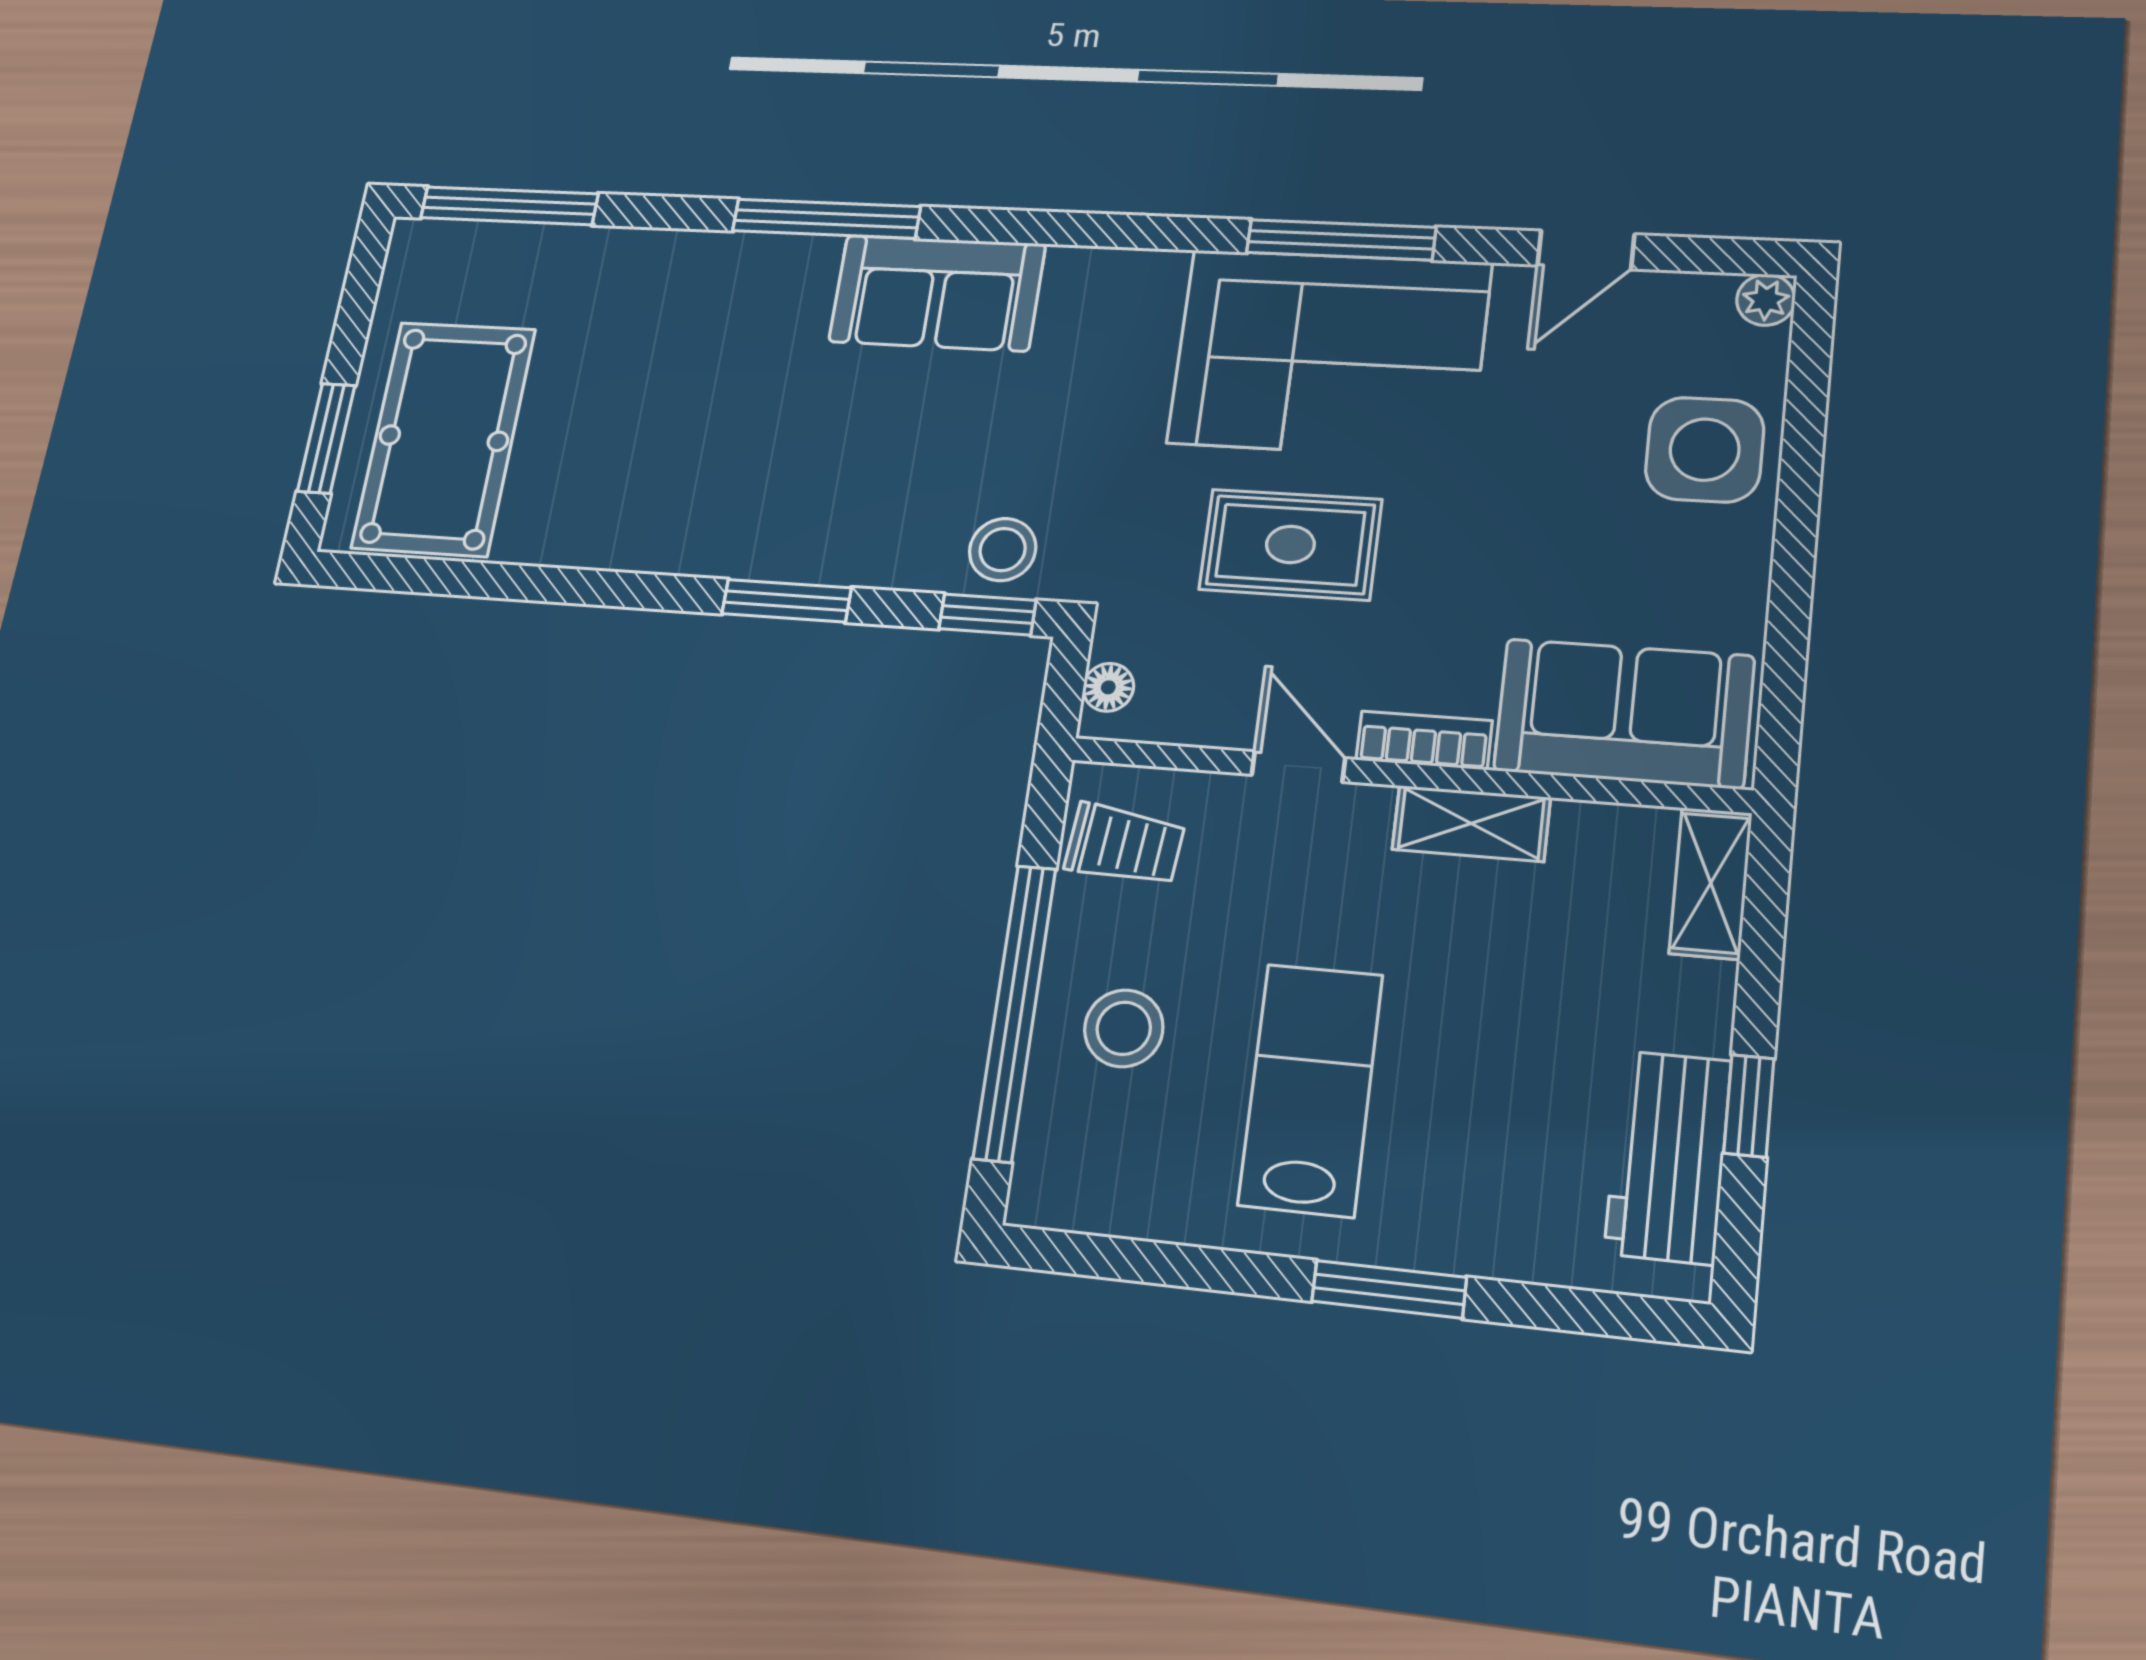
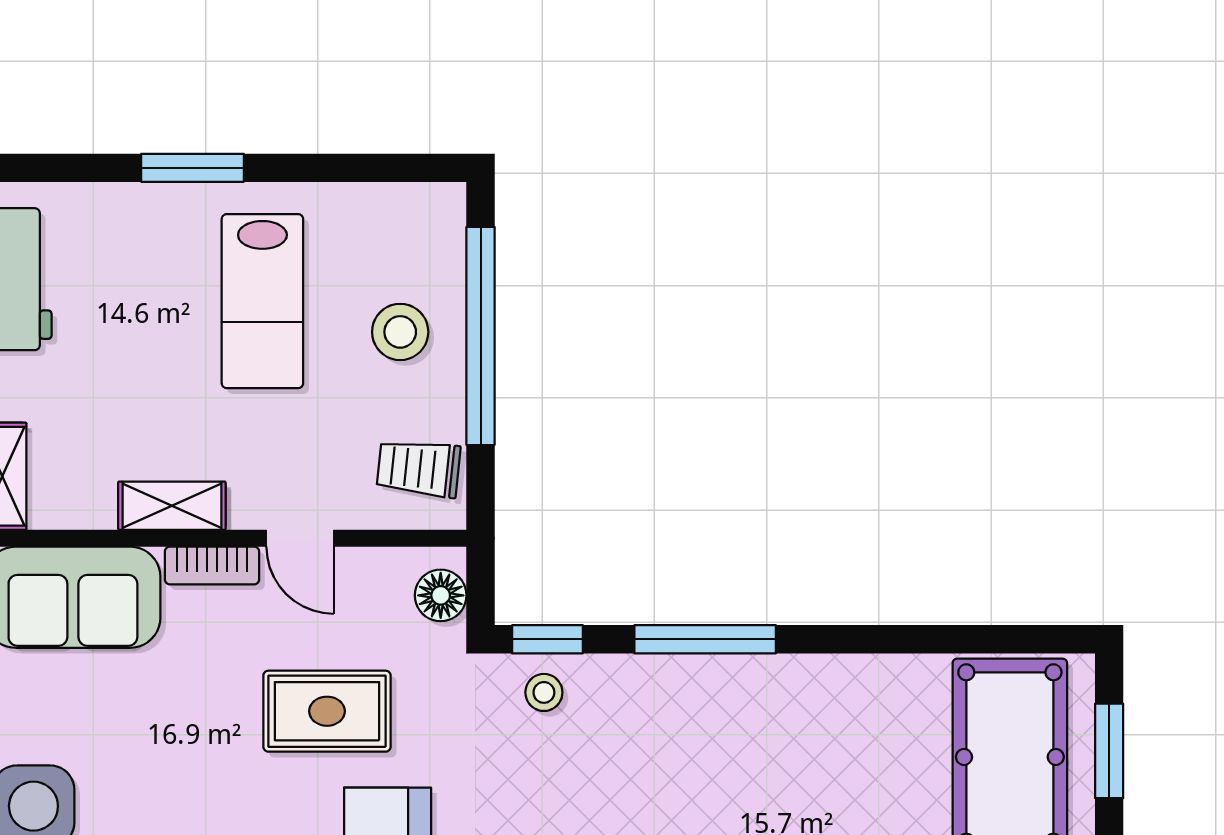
stool: (1003, 550) -> (544, 692), width x0.73, depth x0.73
window: (786, 601) -> (705, 639), width x1.44
floor lamp: (1108, 687) -> (441, 595), width x1.37, depth x1.37

